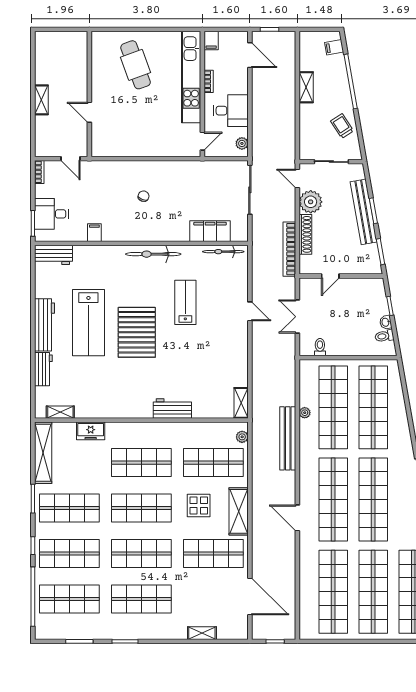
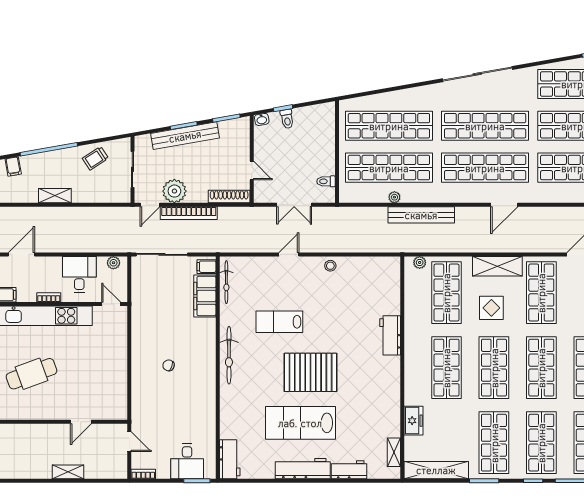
door: (71, 159) -> (129, 442), hinge flipped
filing cabinet: (94, 233) -> (206, 267), moved
shoe rack: (305, 234) -> (229, 197), moved
bookcase: (289, 249) -> (189, 213), moved
washbasin: (386, 322) -> (262, 119), moved
lab bench: (88, 323) -> (300, 423), turned 180
toilet: (384, 336) -> (287, 119), moved
stool: (239, 351) -> (330, 266), added
shelving: (241, 403) -> (384, 264), removed

